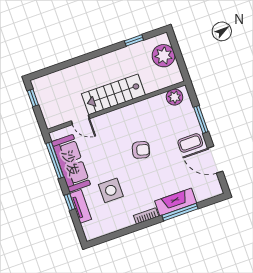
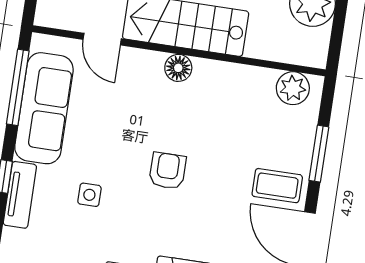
floor lamp: (120, 115) -> (178, 68), added
armchair: (141, 150) -> (168, 171), moved, turned -105
side table: (111, 190) -> (89, 195), width x0.54, depth x0.54

